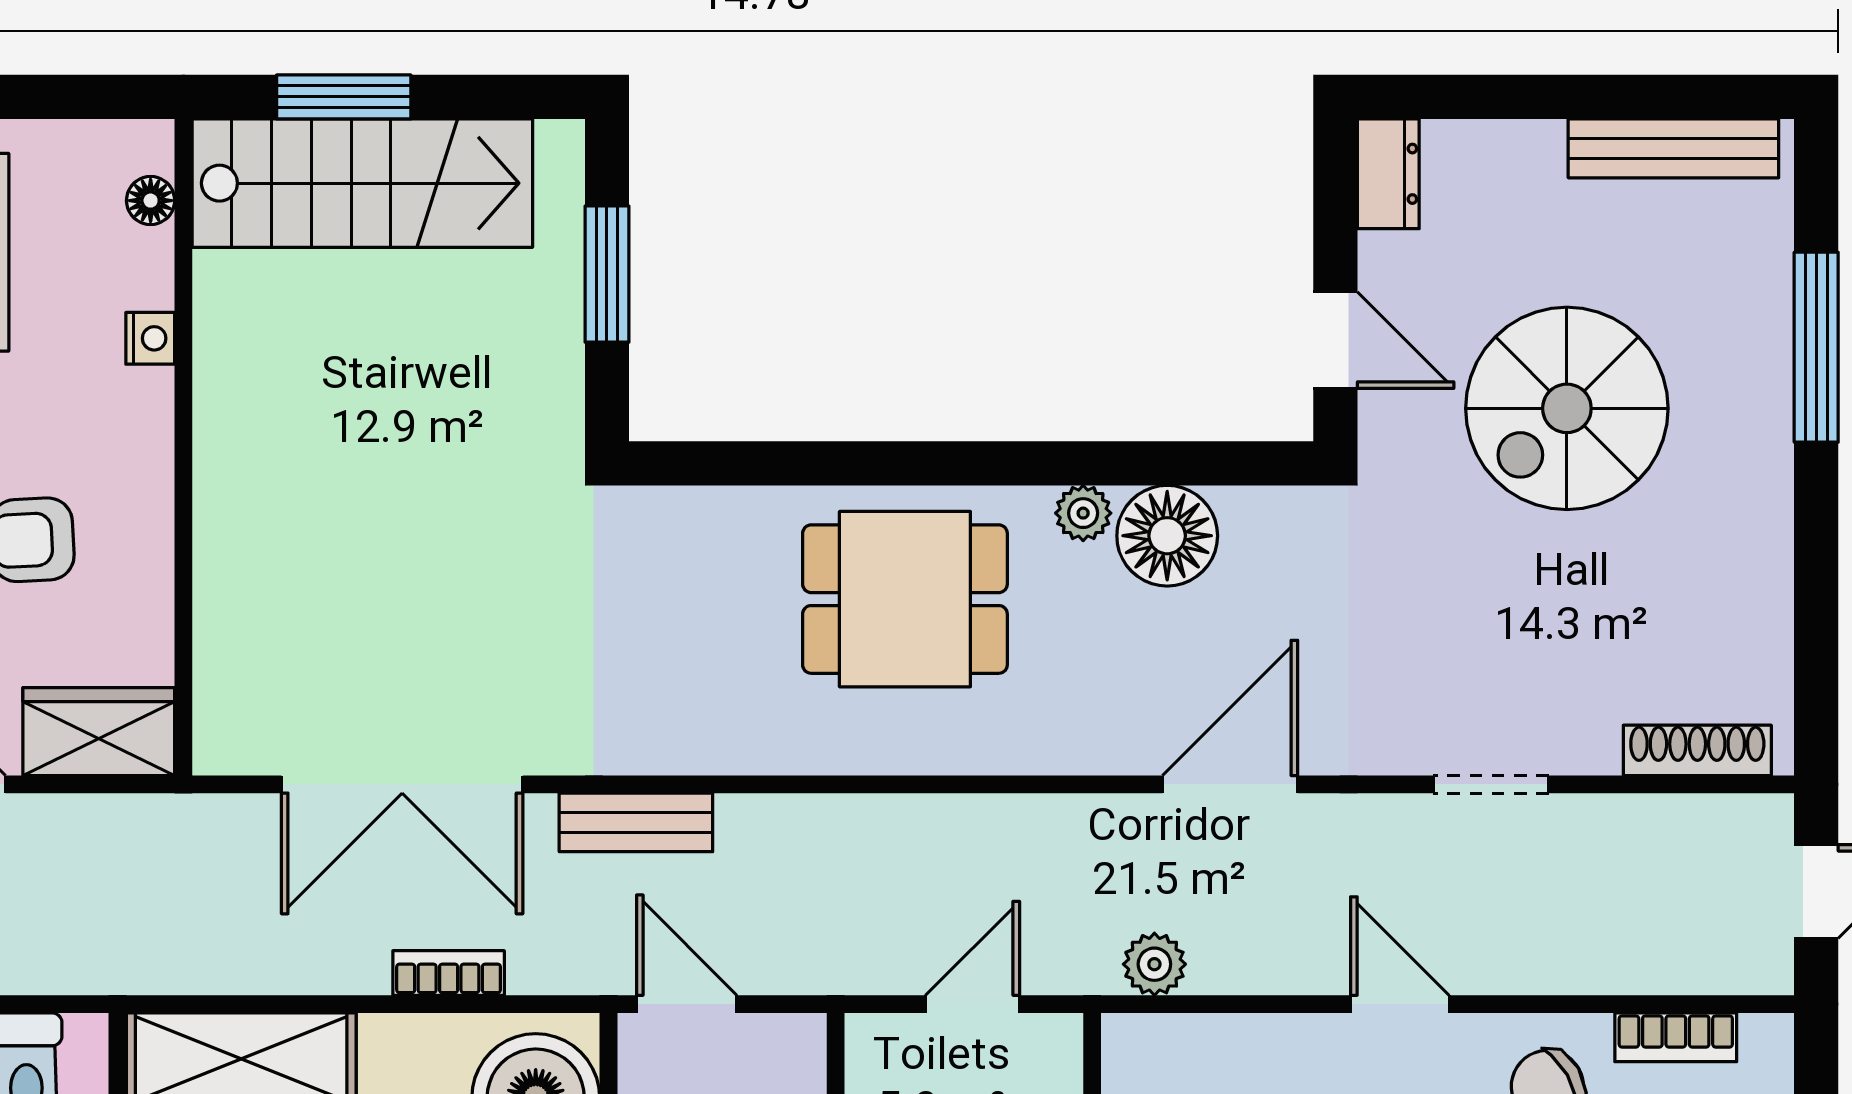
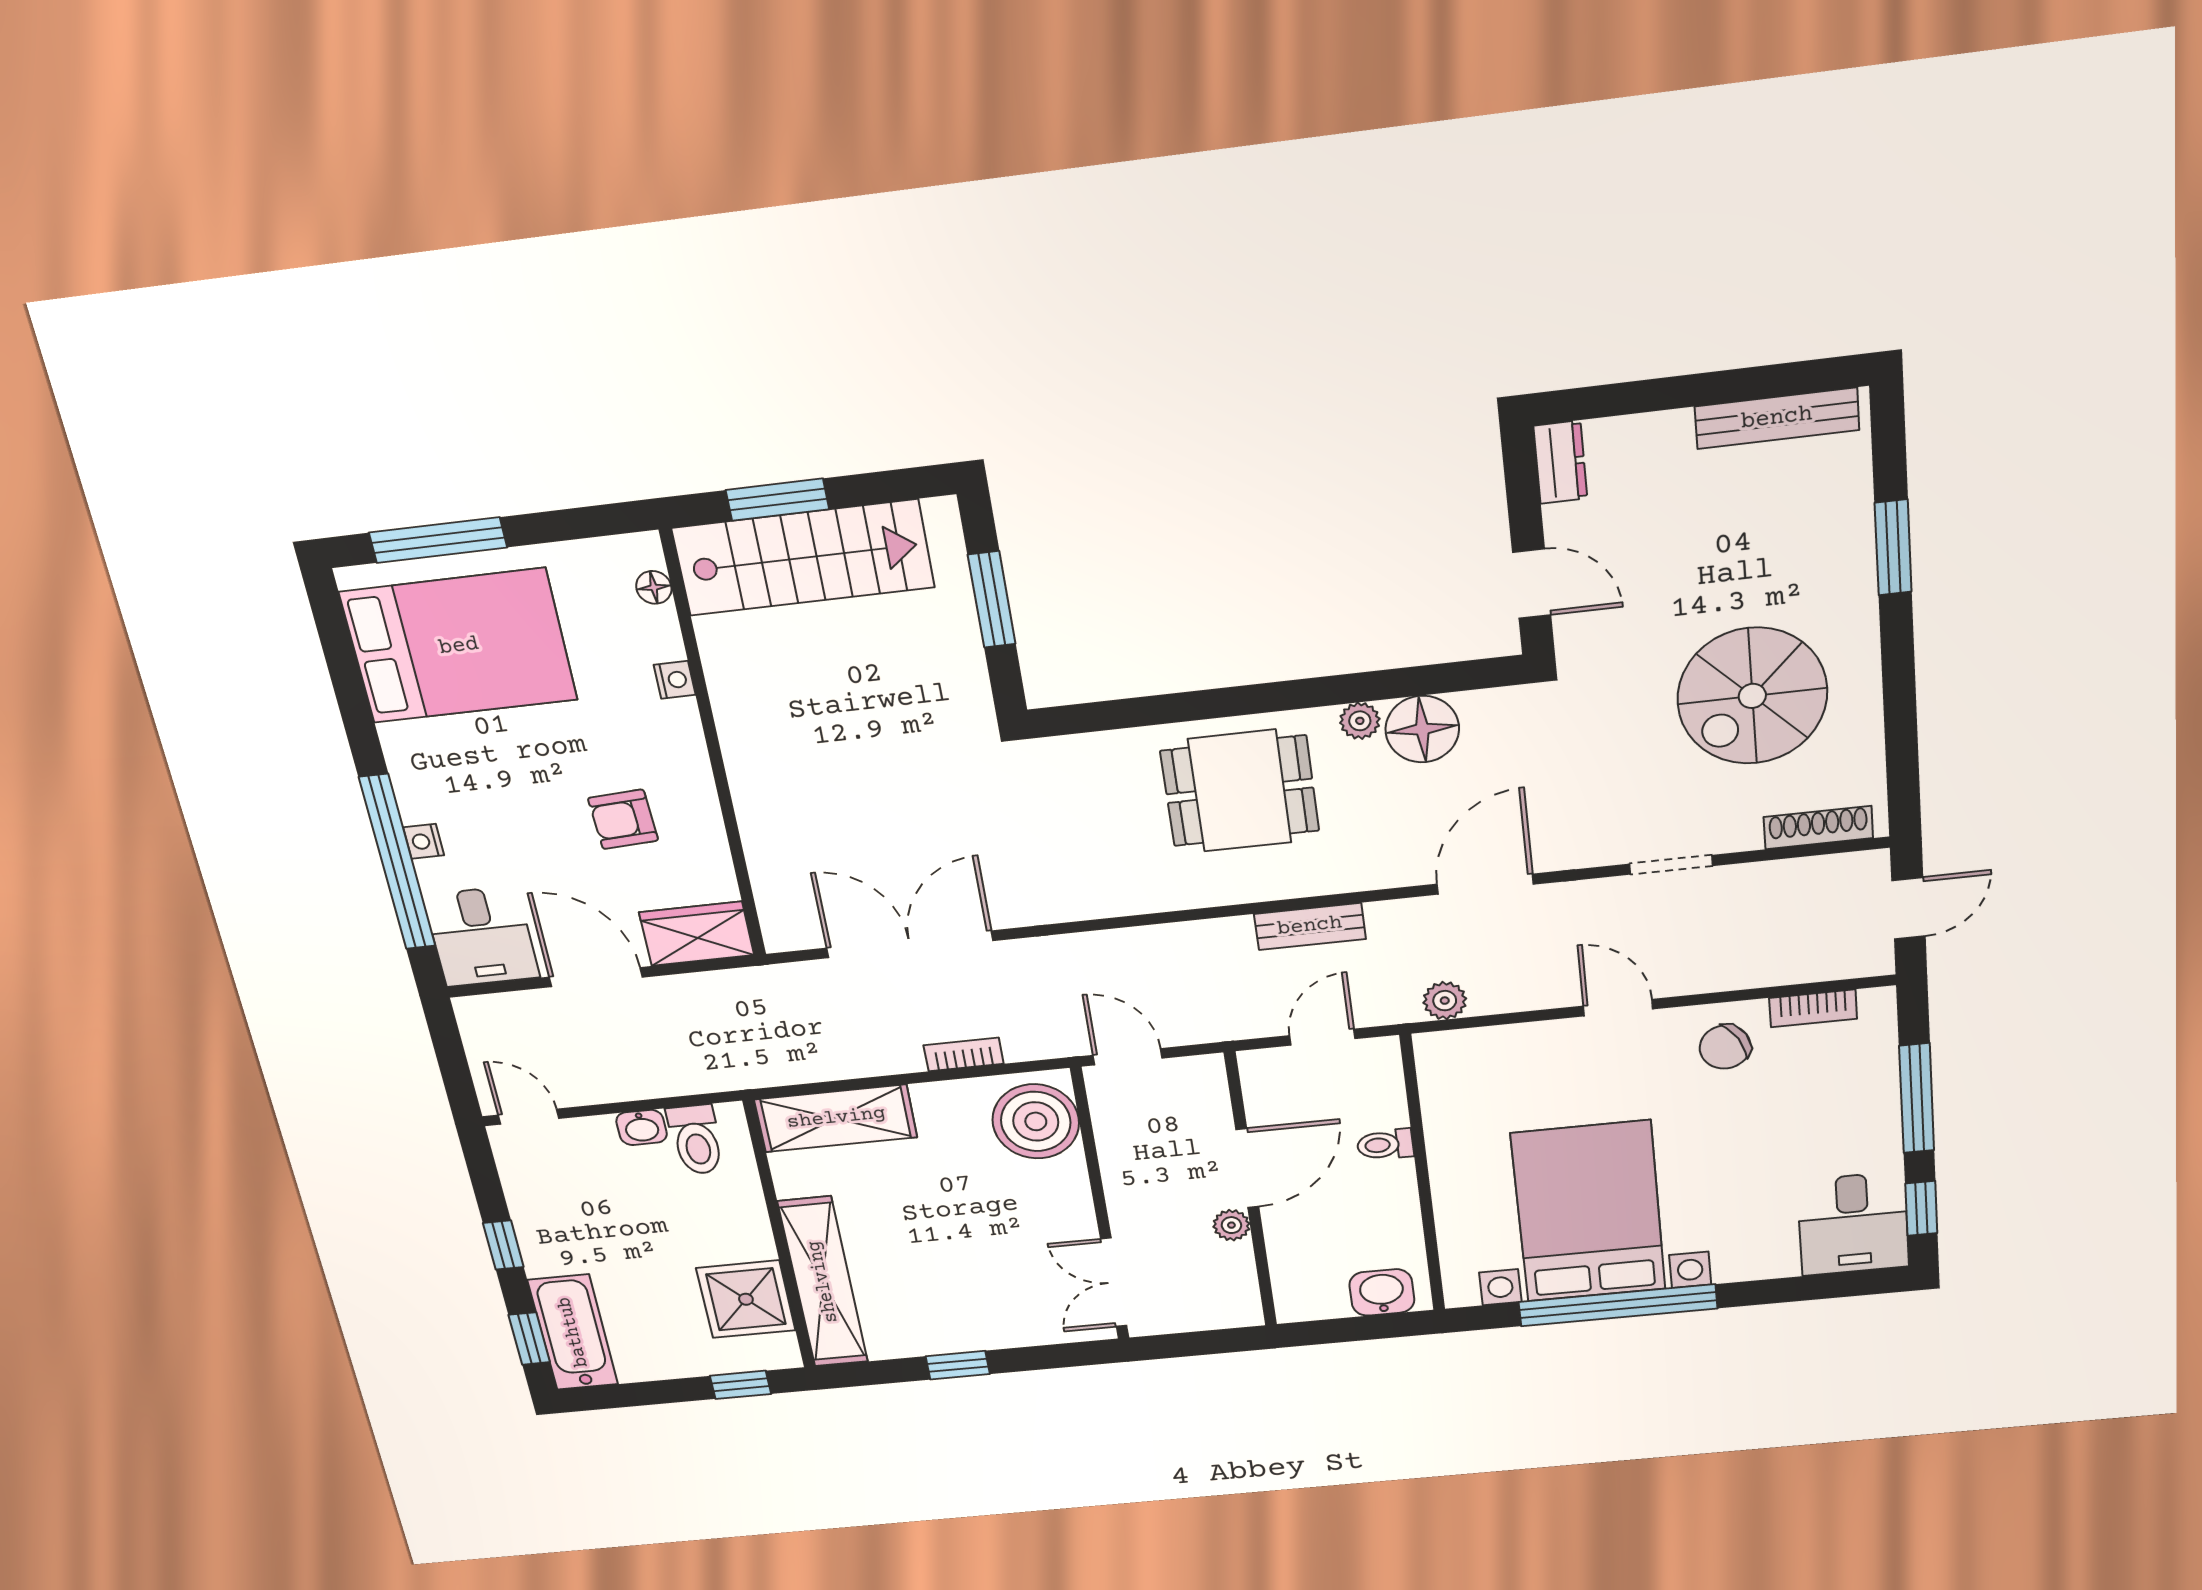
window: (1816, 347) -> (1893, 547), width x0.69
spiral stairs: (1567, 408) -> (1752, 696), moved
double door: (402, 784) -> (910, 944), swing flipped
bench: (636, 822) -> (1310, 926), moved

